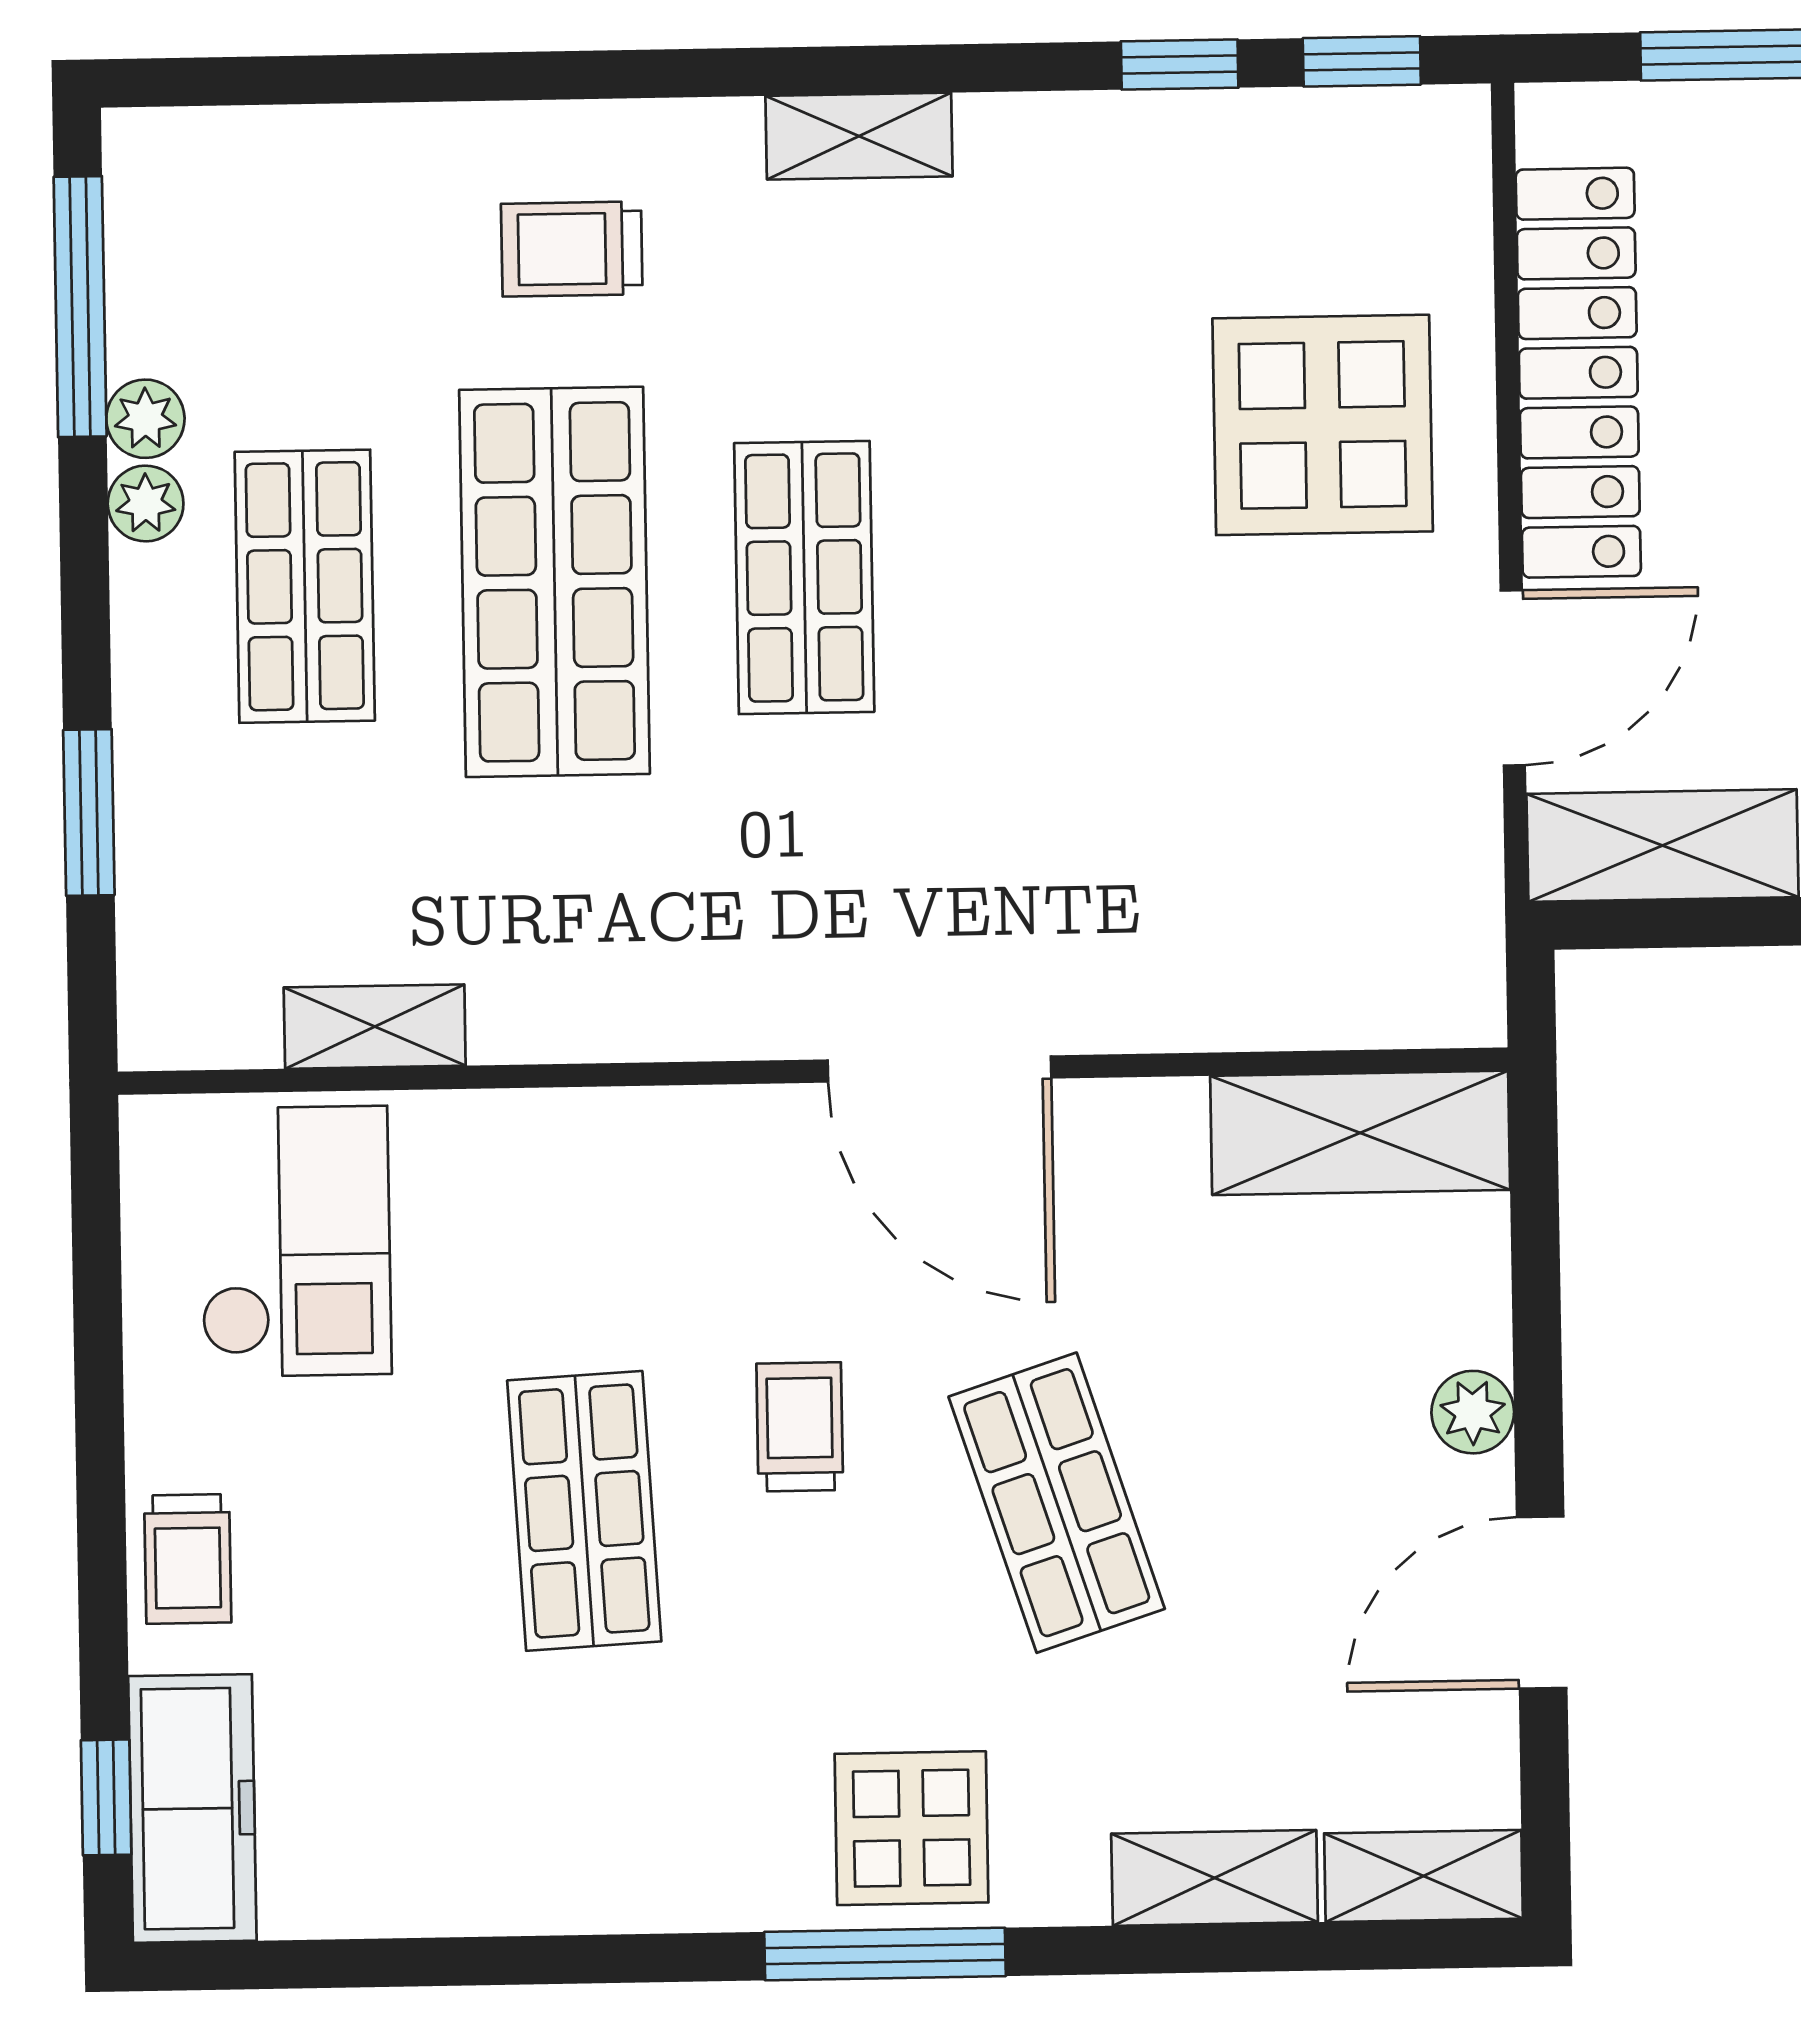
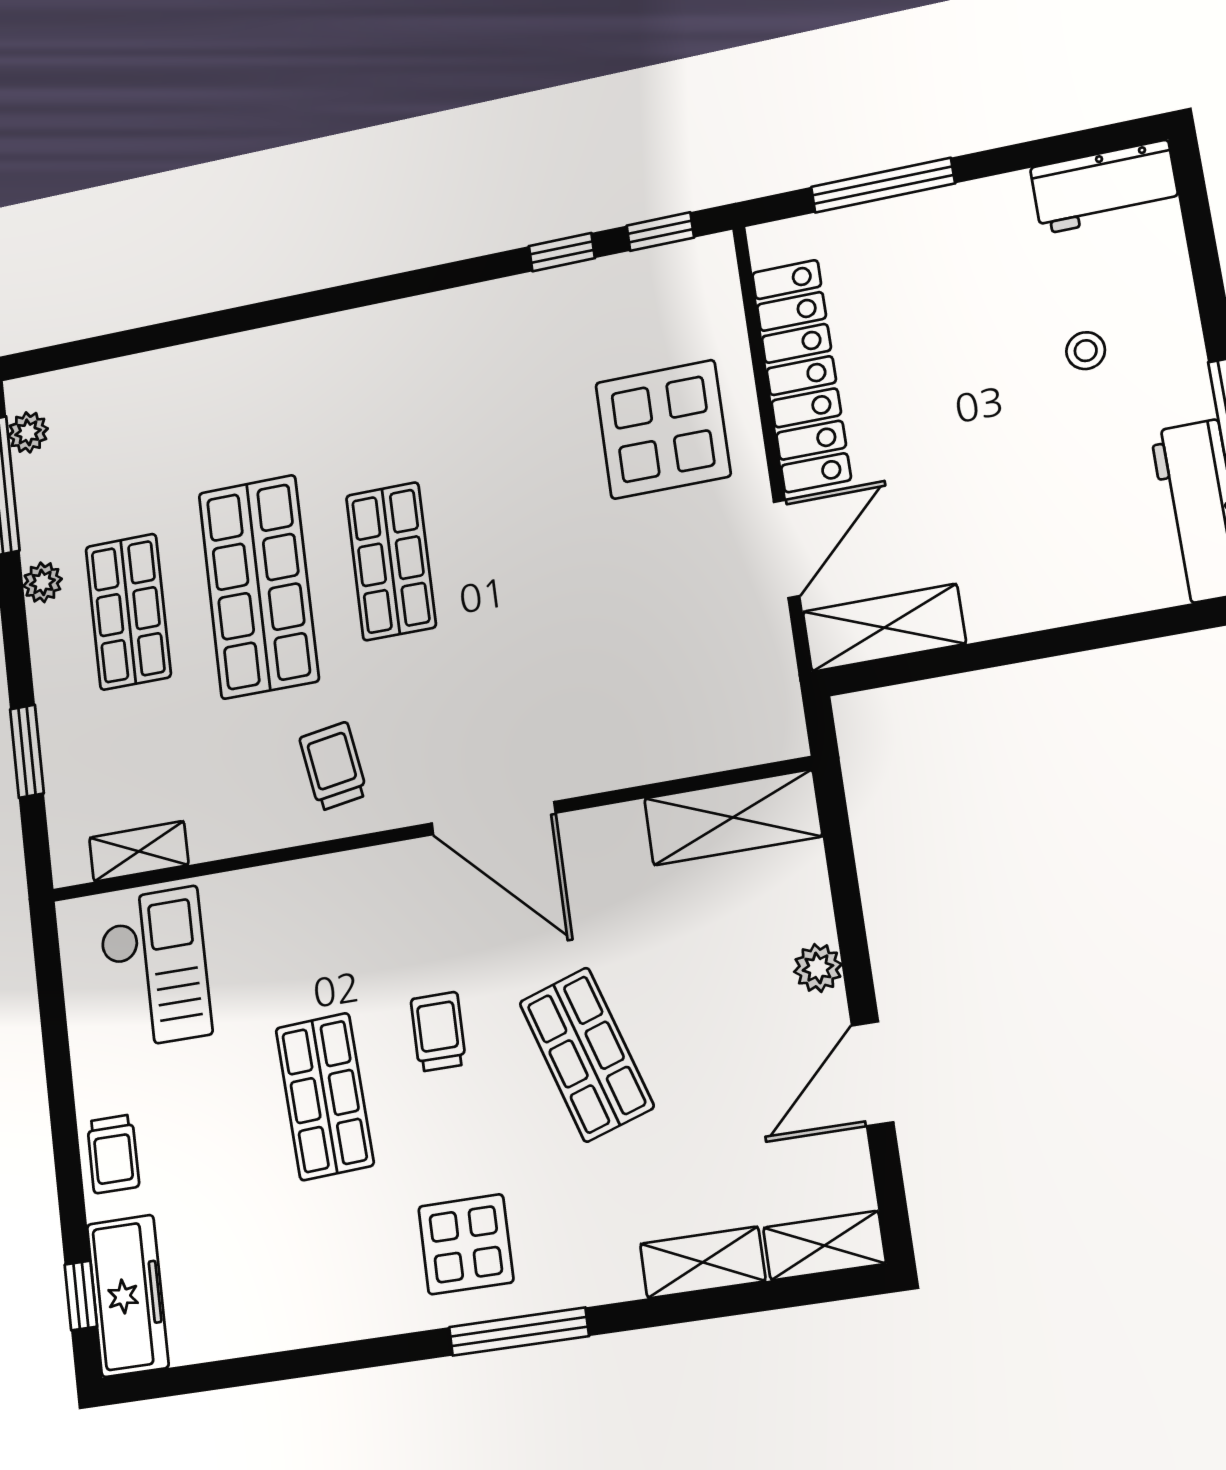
shelving: (859, 136) -> (395, 322), removed
trolley: (572, 249) -> (333, 766), moved, turned 81
plant: (145, 419) -> (28, 432), moved
shelving: (375, 1027) -> (139, 851), moved
display table: (912, 1828) -> (466, 1244), moved

